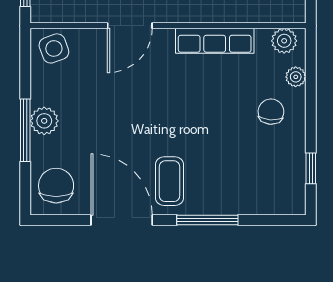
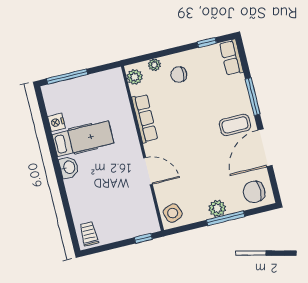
row of seats: (278, 202) -> (231, 57), added

